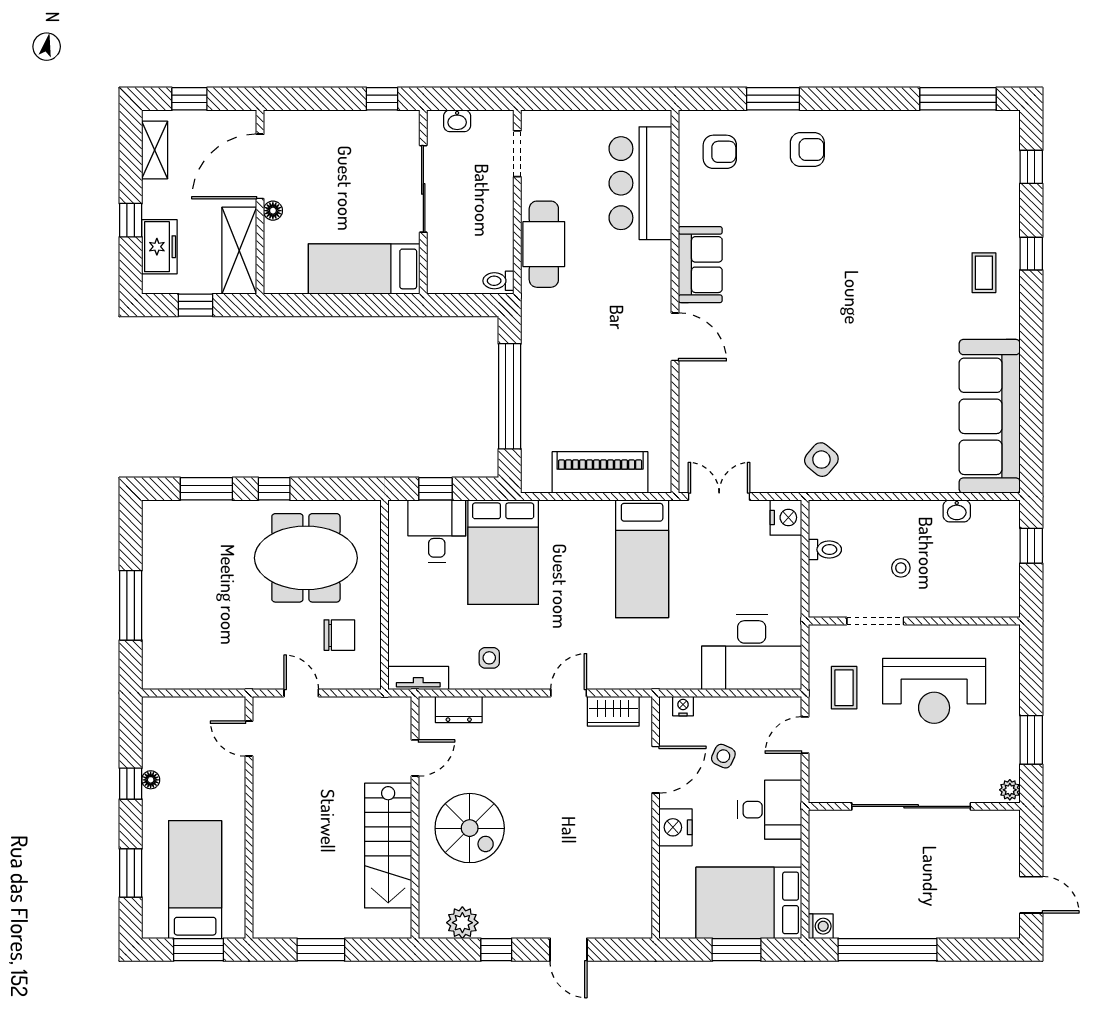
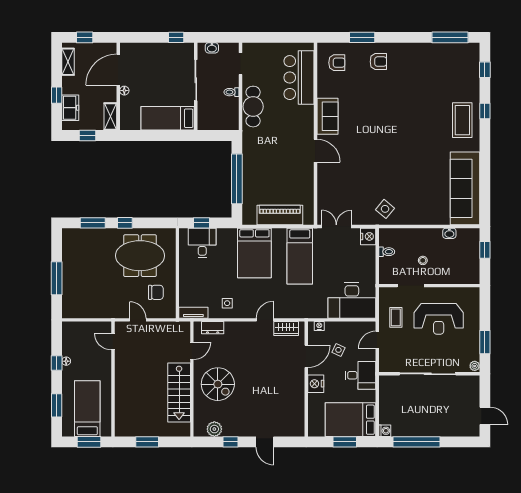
shelving: (239, 251) -> (110, 116), width x0.67, depth x0.75
coffee table: (984, 273) -> (462, 120), width x1.86, depth x1.72
toilet: (498, 281) -> (232, 92), moved
bed: (503, 552) -> (254, 253), moved

